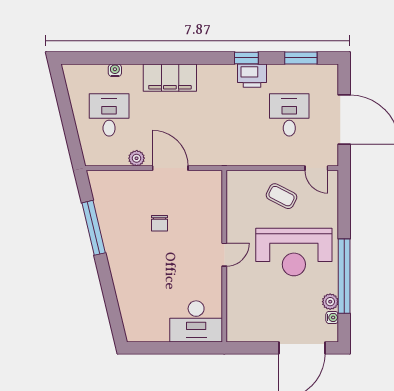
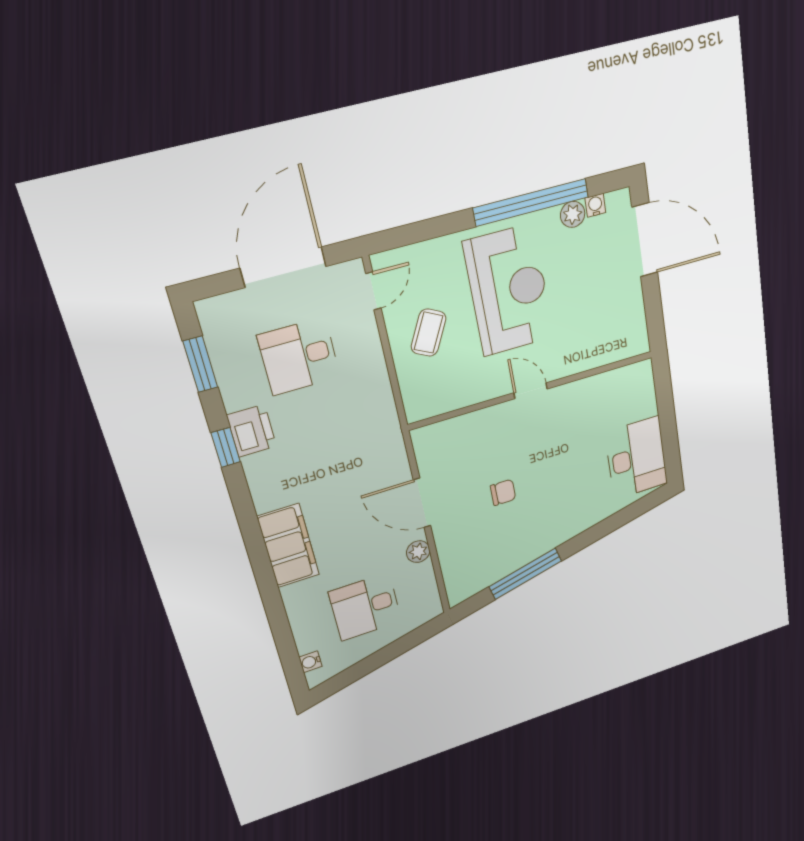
water cooler: (115, 70) -> (310, 662), moved
door: (170, 168) -> (422, 503), hinge flipped
desk: (196, 321) -> (636, 458), moved

